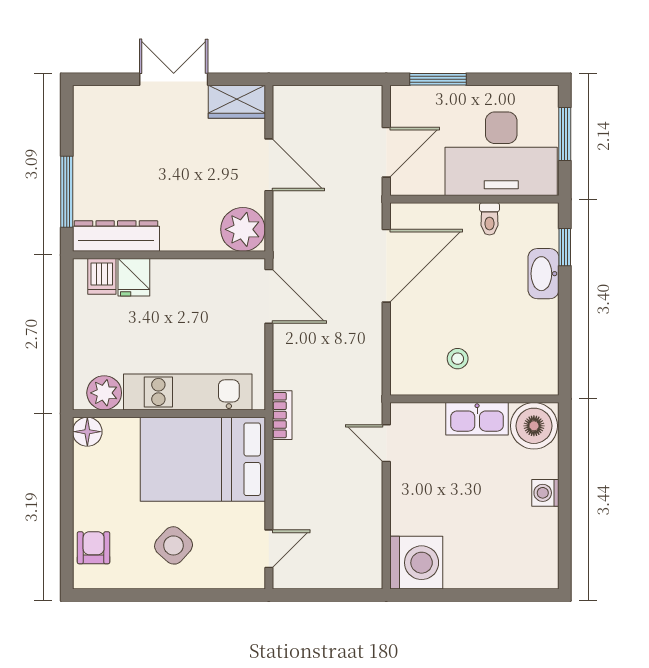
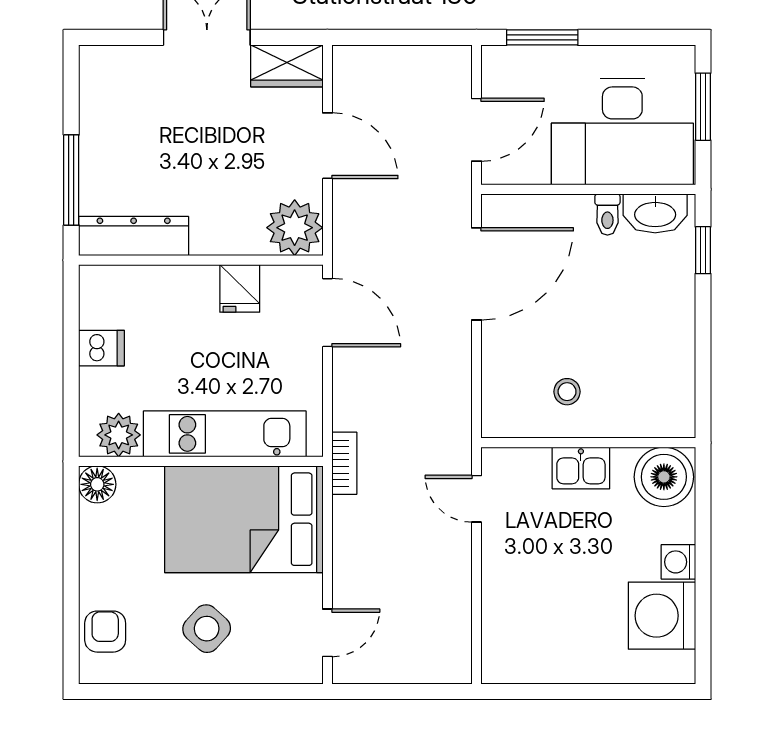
washbasin: (544, 274) -> (655, 213), moved, turned -90
dishwasher: (102, 276) -> (101, 348), moved, turned -90
fridge: (134, 277) -> (240, 288), moved
kitchen sink: (477, 419) -> (581, 468), width x0.73
washing machine: (416, 563) -> (662, 616), moved, turned 180

